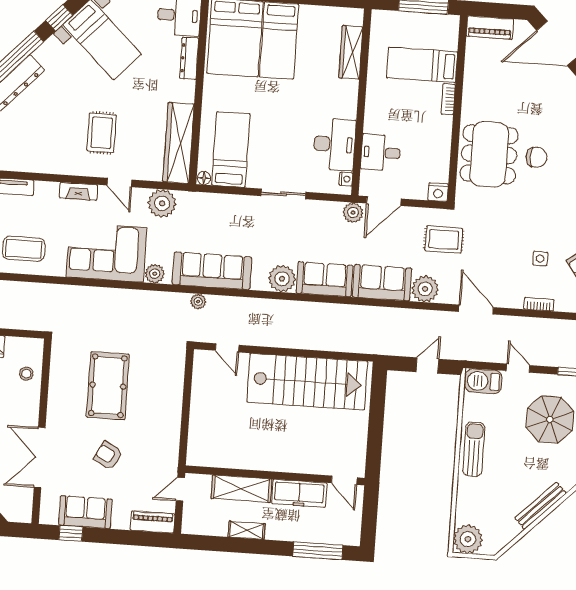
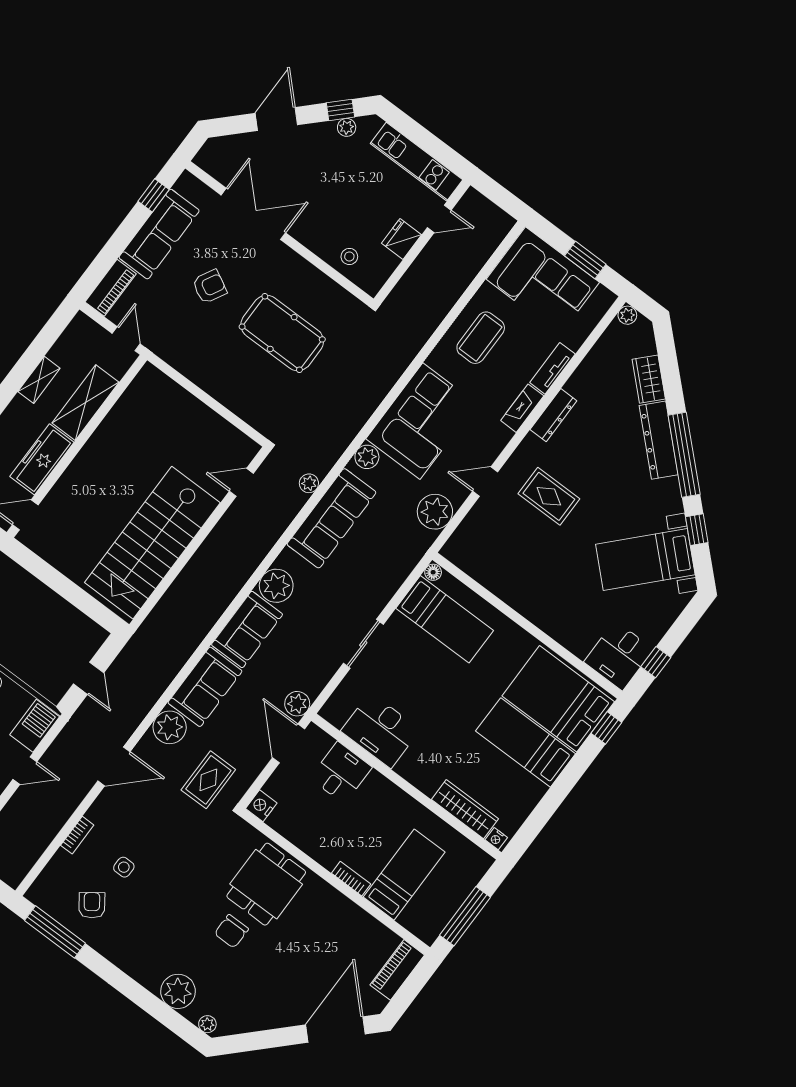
dresser: (189, 58) -> (553, 415), moved, turned 90
wardrobe: (179, 143) -> (487, 569), removed
dining table: (489, 154) -> (266, 884), width x0.73
nightstand: (346, 179) -> (496, 839), moved
fireplace: (79, 191) -> (522, 408), moved
sofa: (85, 512) -> (159, 234), width x1.36

